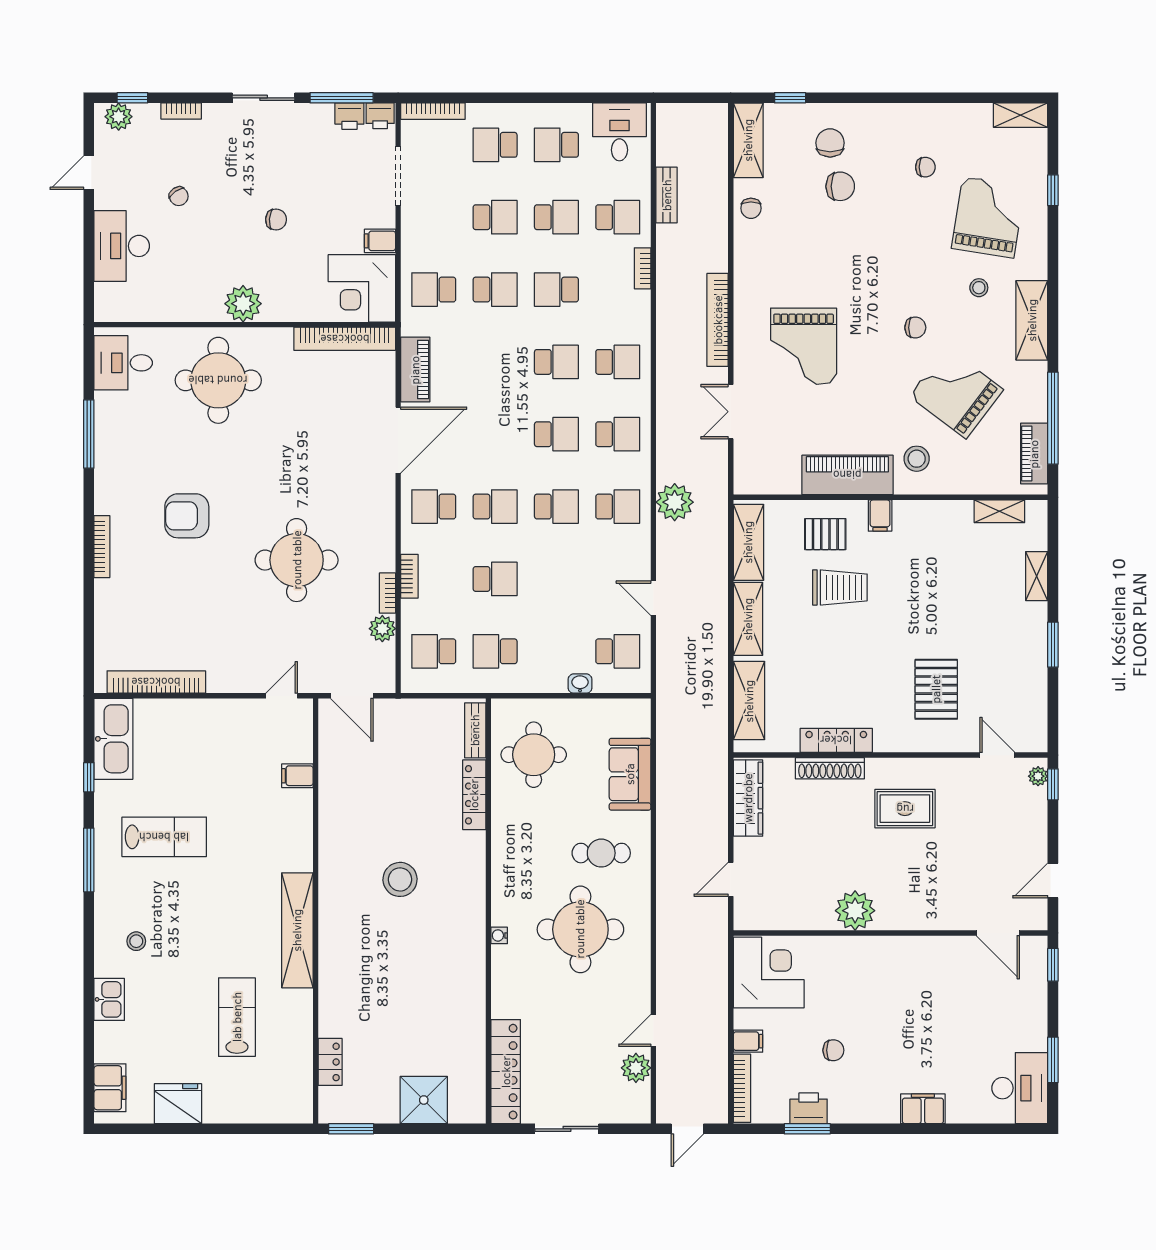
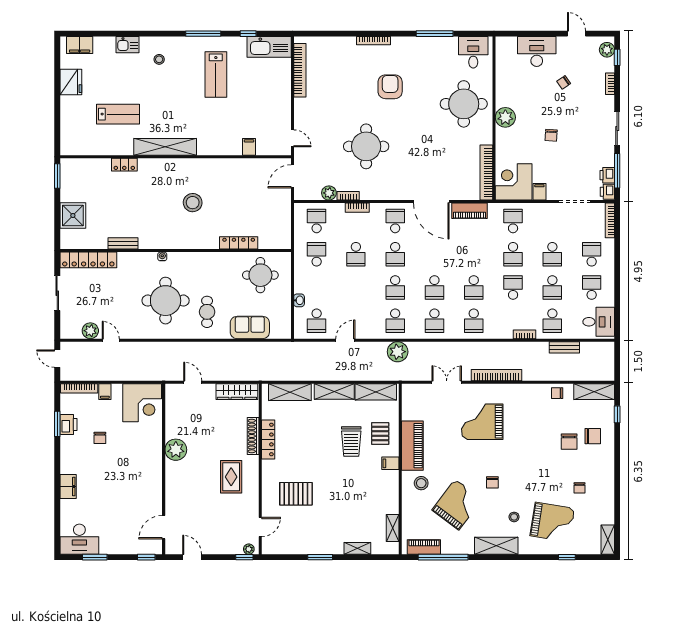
bench: (475, 730) -> (123, 243), moved
locker: (330, 1062) -> (124, 165), moved

